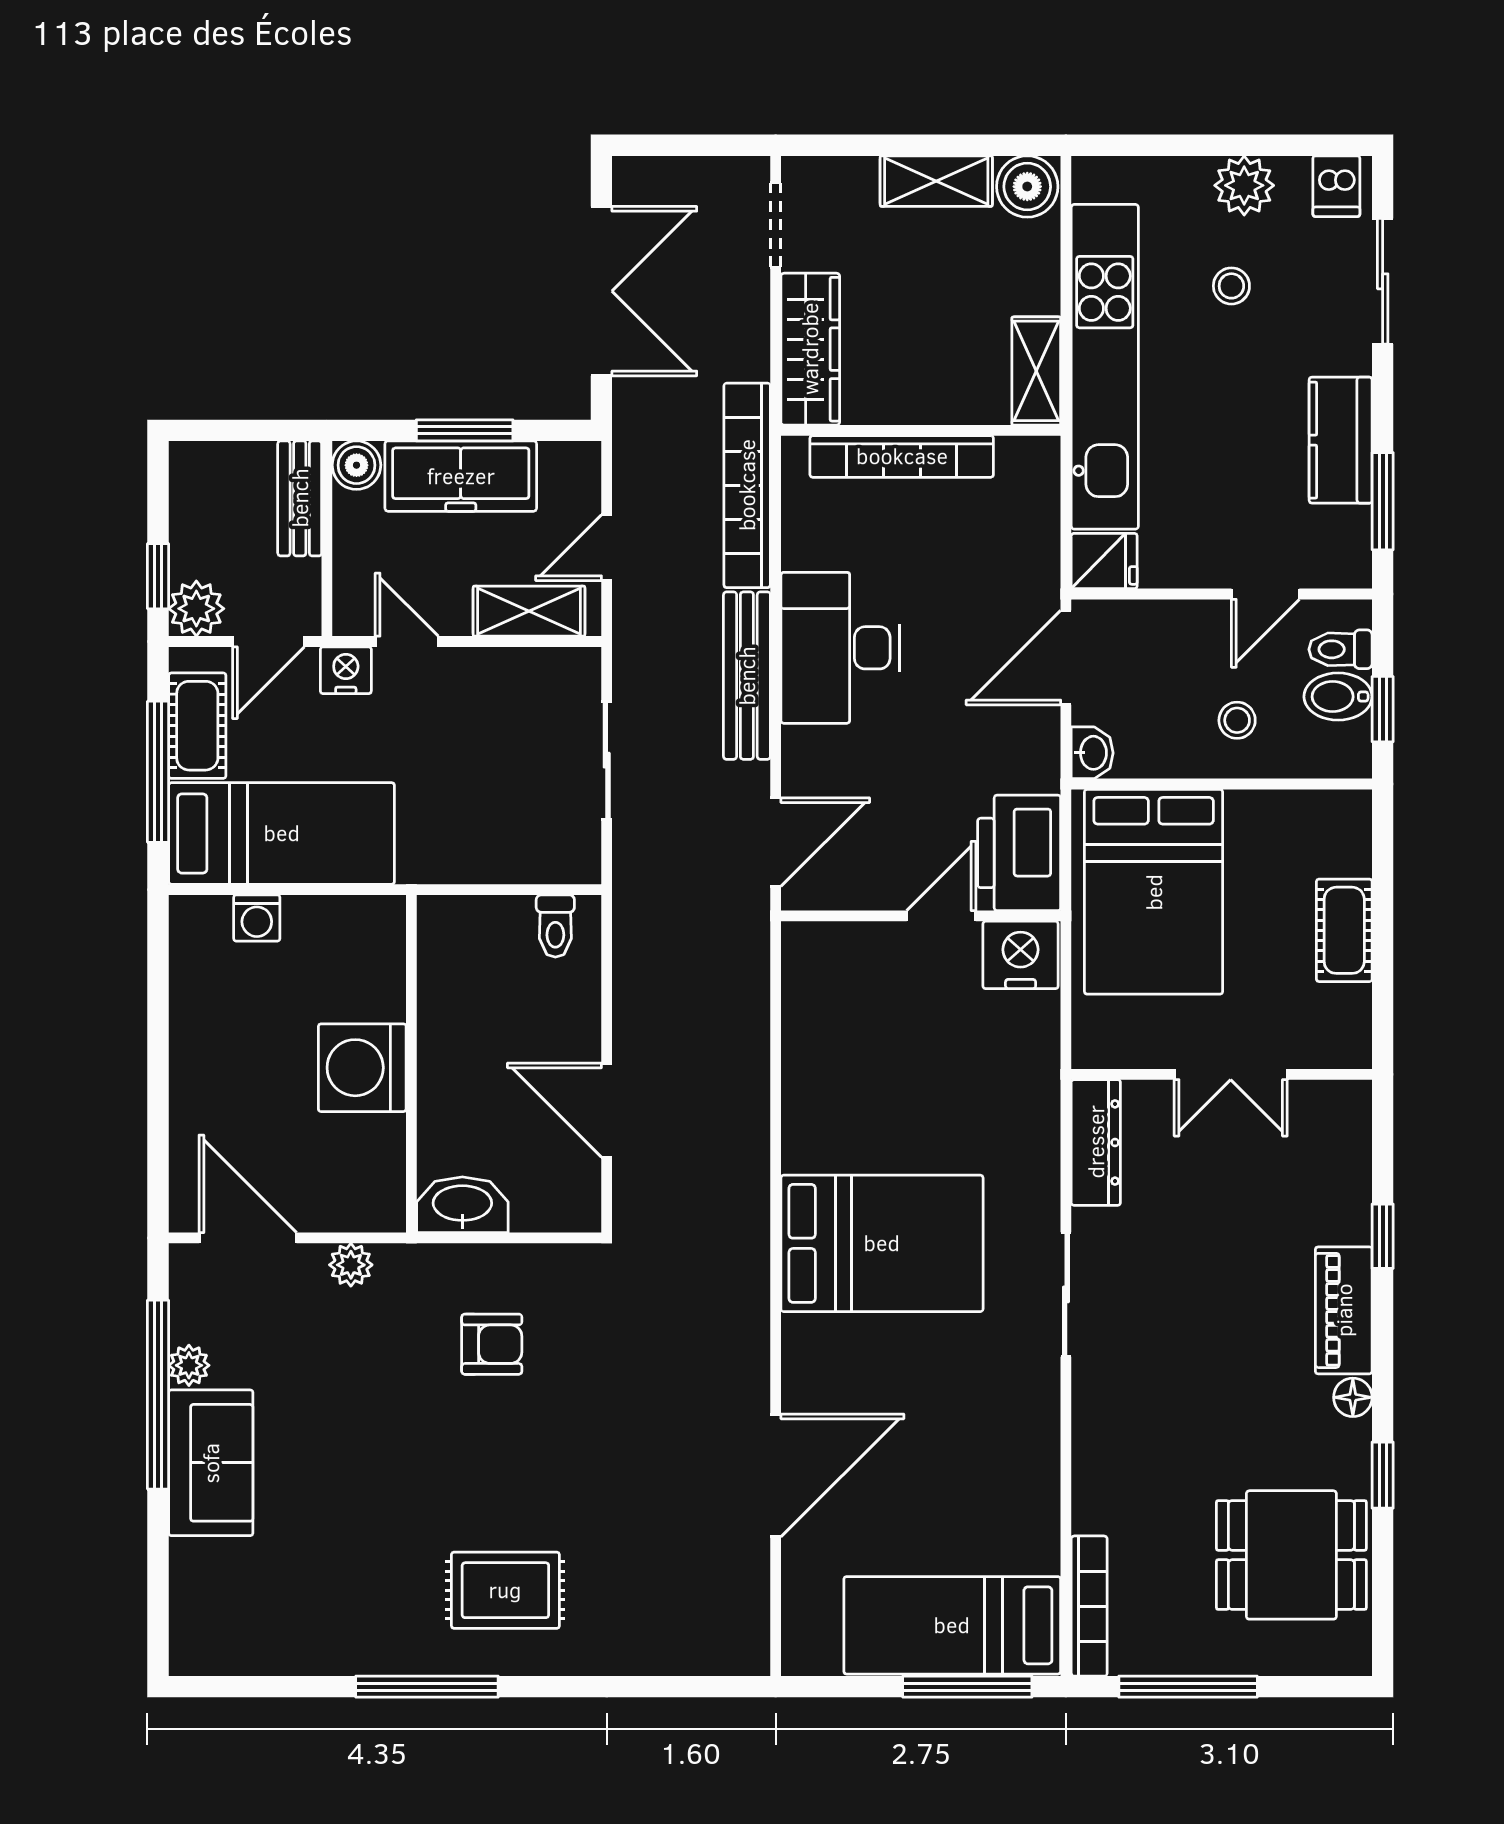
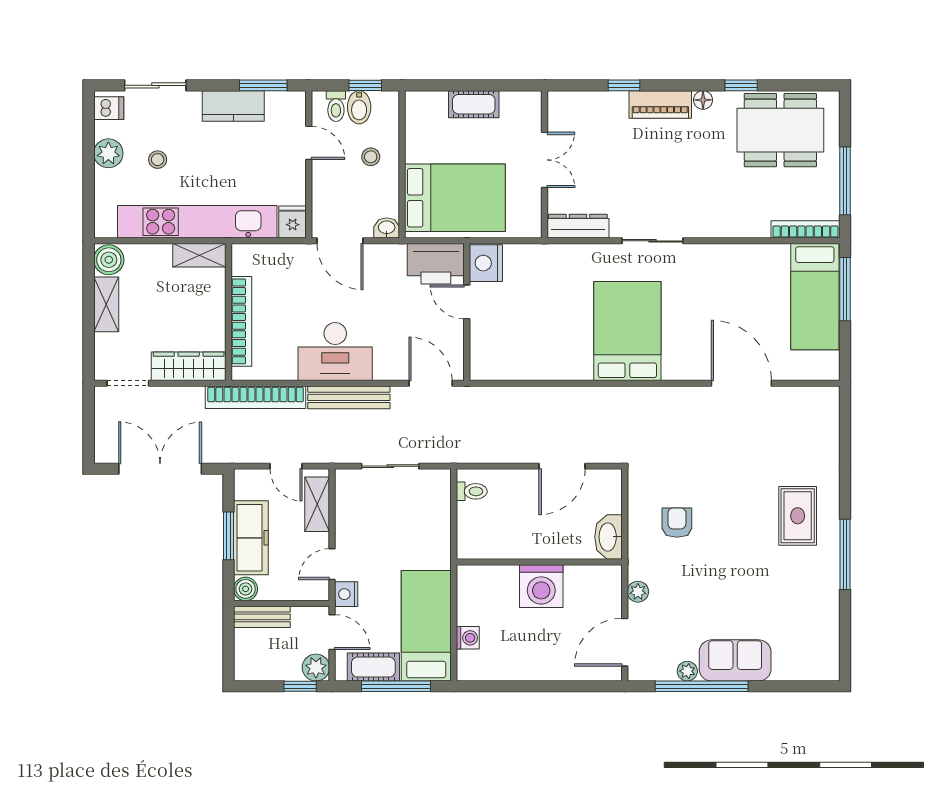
dining table: (1291, 1555) -> (780, 130), width x1.38

